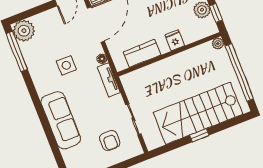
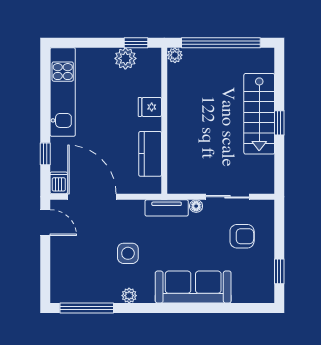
plant: (24, 31) -> (129, 296), moved, width x0.53, depth x0.53
floor lamp: (102, 59) -> (196, 206), moved
stairs: (198, 113) -> (259, 114), width x0.73, depth x0.66

